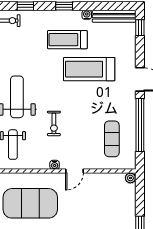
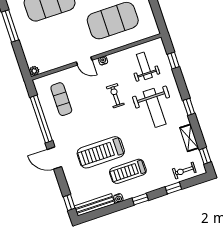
treadmill: (67, 40) -> (128, 171), turned 180
treadmill: (89, 69) -> (101, 152), turned 180
door: (74, 171) -> (84, 61), swing flipped

